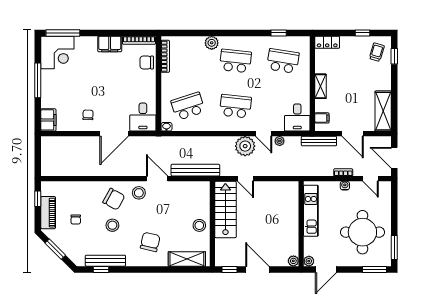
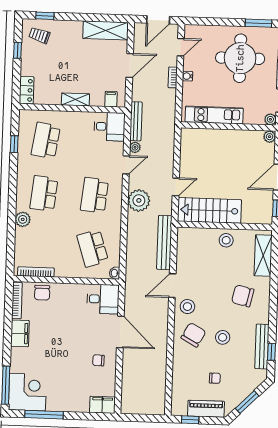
window: (38, 80) -> (44, 415), moved
bench: (319, 141) -> (136, 121), moved
plant: (245, 146) -> (139, 200), moved

